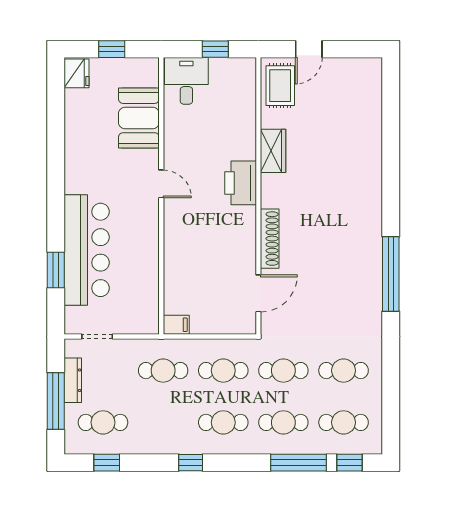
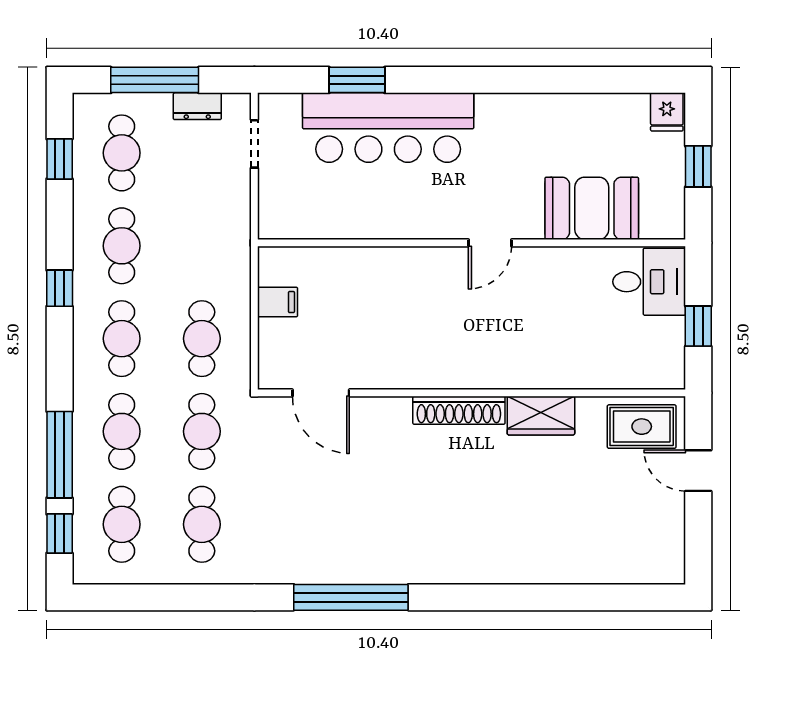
fridge: (76, 73) -> (667, 112), width x0.72
printer: (241, 183) -> (492, 365), removed
shoe rack: (270, 239) -> (459, 410), moved
filing cabinet: (176, 325) -> (278, 302), moved, turned -90
cafe table: (163, 371) -> (122, 246), moved
dresser: (73, 380) -> (197, 106), width x0.70

